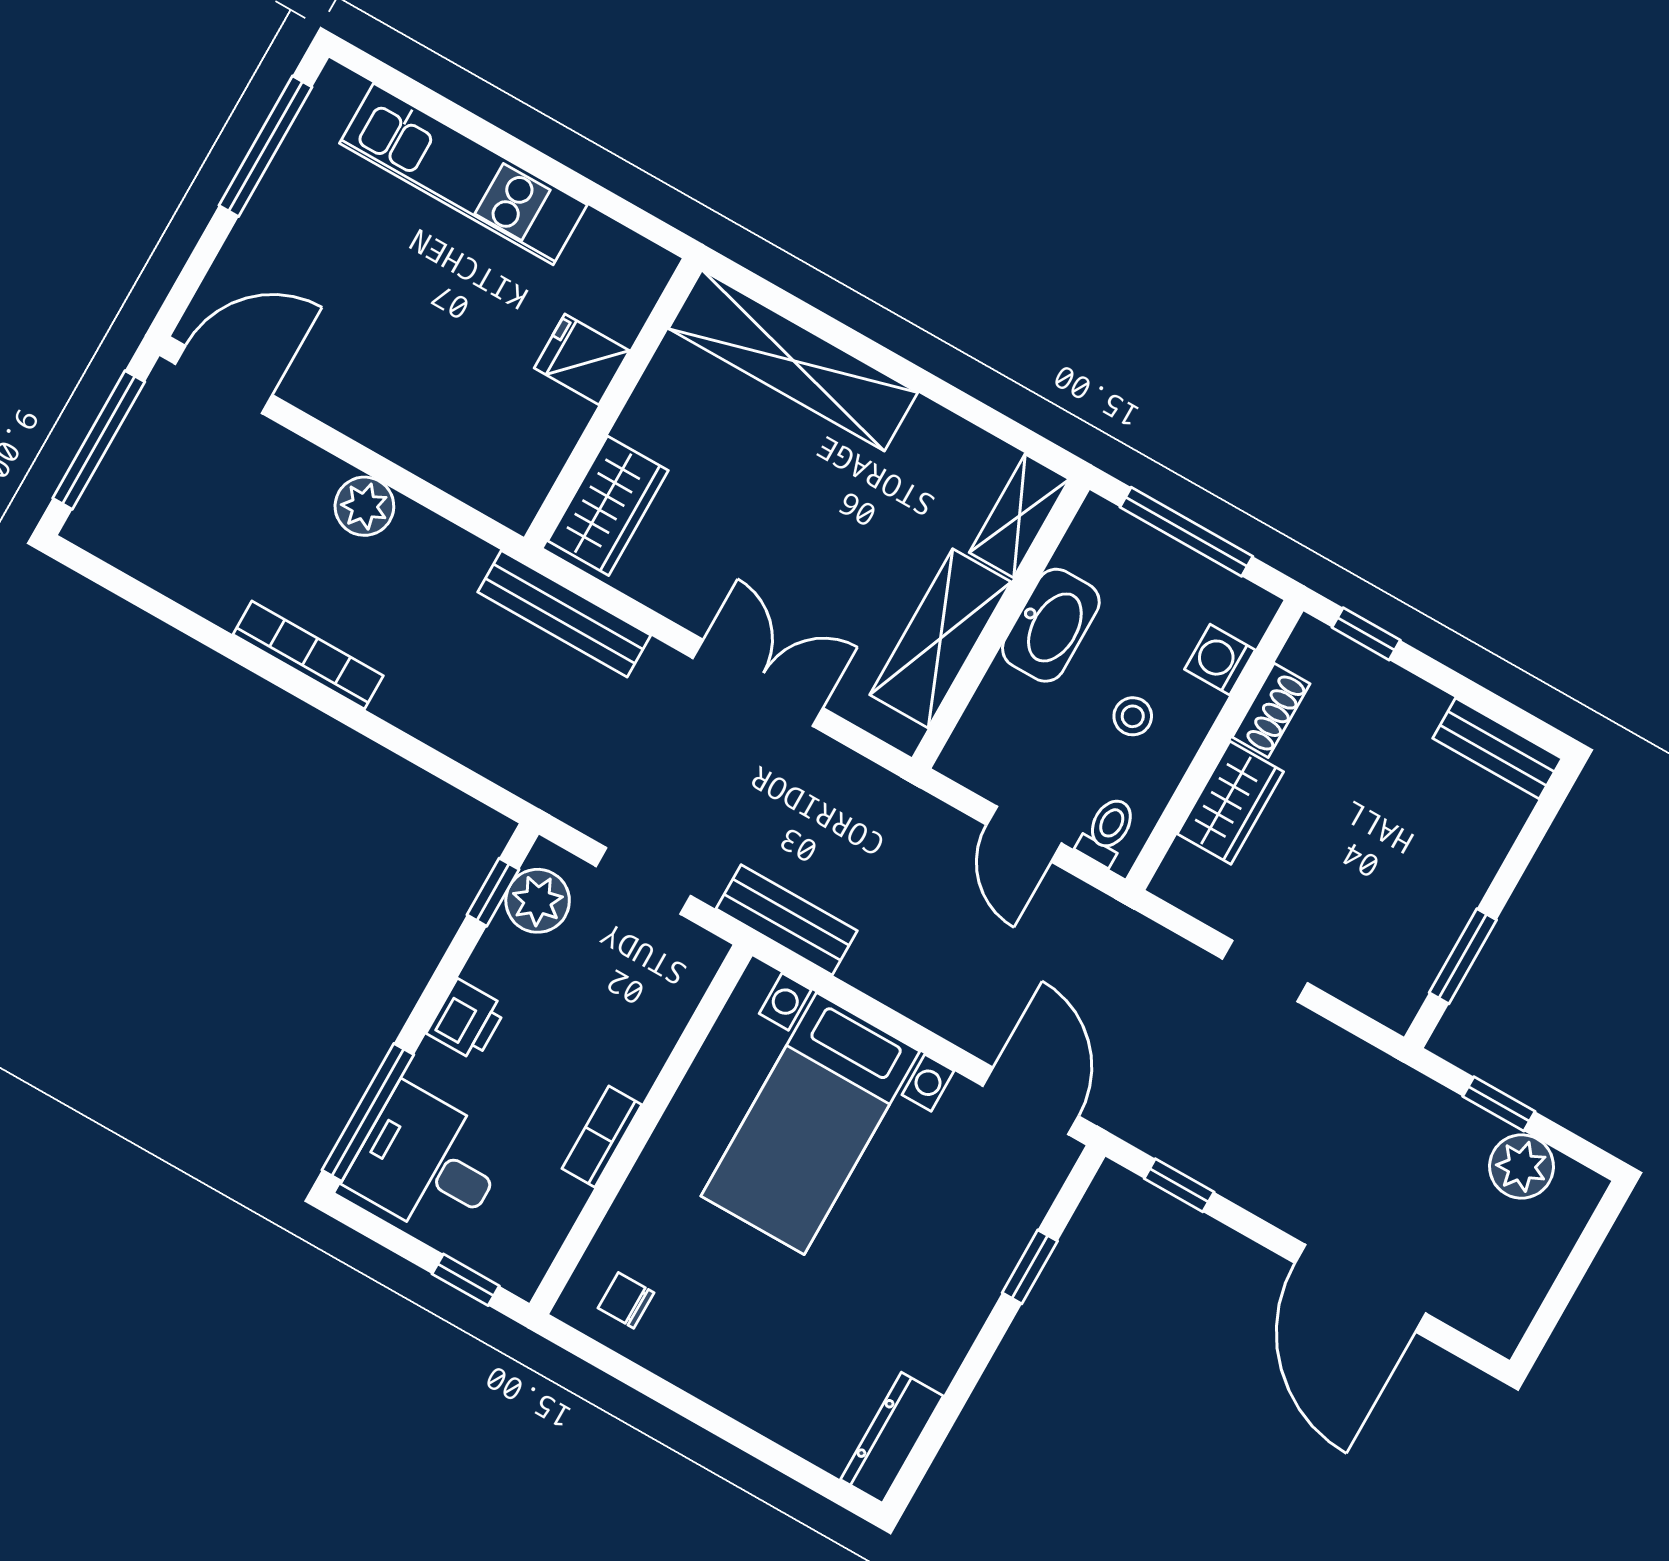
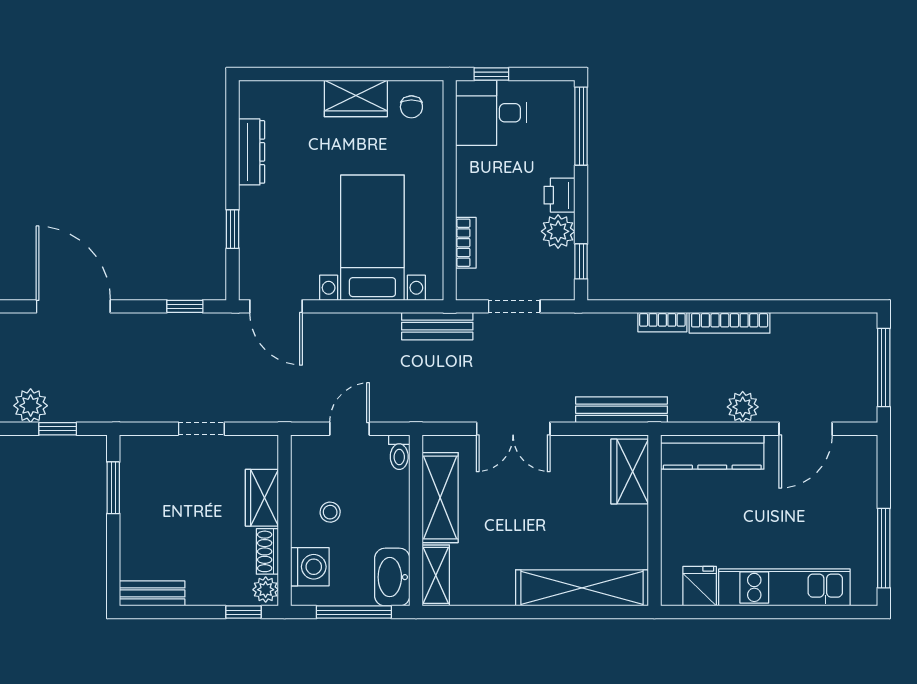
fridge: (582, 359) -> (700, 586), moved, turned -90
door: (224, 379) -> (806, 429), moved
kitchen counter: (456, 461) -> (712, 452), added
washbasin: (1051, 625) -> (392, 577), moved
plant: (1309, 650) -> (266, 590), added
washing machine: (1220, 660) -> (310, 567), width x1.38, depth x1.38
bookcase: (417, 718) -> (662, 322), added
toilet: (1107, 831) -> (399, 452), moved
door: (1024, 834) -> (350, 429), hinge flipped
plant: (538, 901) -> (558, 231), moved
bookcase: (602, 1137) -> (466, 243), moved
desk: (428, 1163) -> (491, 113), moved, turned 180
chair: (626, 1300) -> (411, 107), turned 90
wardrobe: (709, 1365) -> (356, 98), added
dresser: (892, 1438) -> (252, 152), moved

